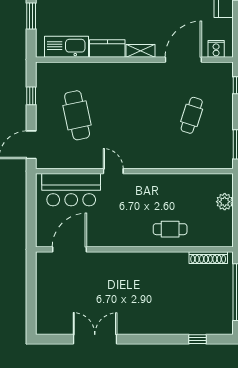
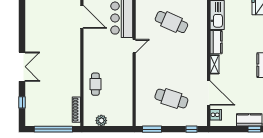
cafe table: (77, 115) -> (171, 22), turned 36
cafe table: (192, 115) -> (171, 99), width x1.37, depth x1.35
plant: (225, 202) -> (101, 121), moved
double door: (95, 339) -> (22, 67), moved

